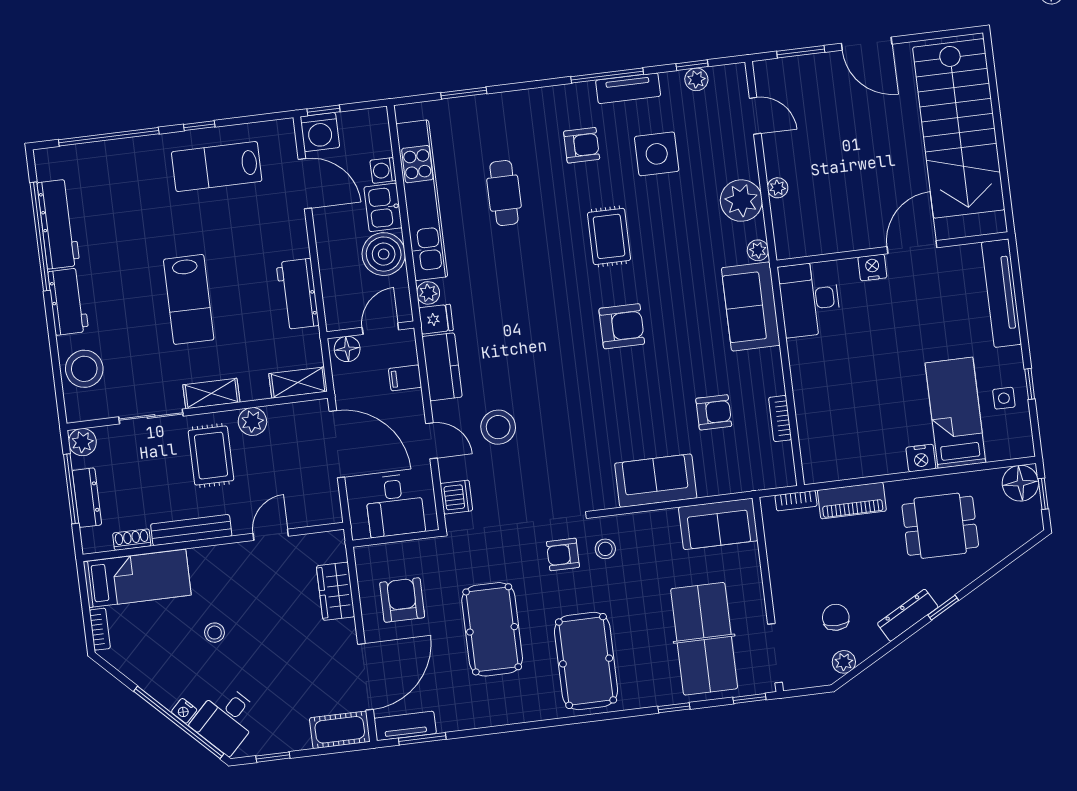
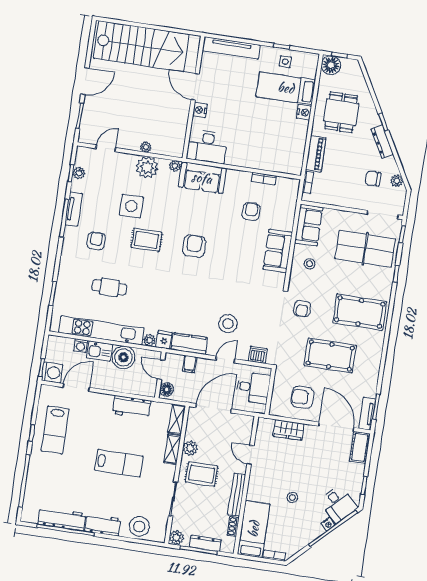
side table: (657, 154) -> (131, 206), moved
shelving: (211, 394) -> (172, 449), moved
stool: (605, 549) -> (310, 264), moved

